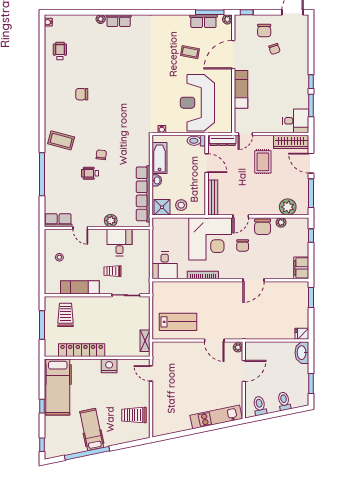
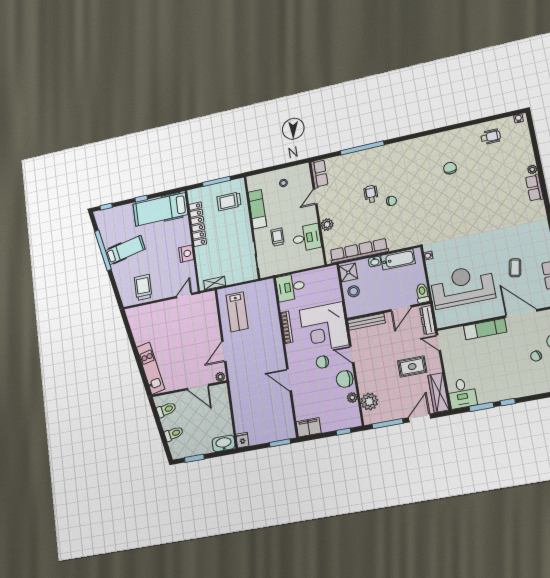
coffee table: (61, 140) -> (399, 159), removed
trolley: (66, 315) -> (229, 201), turned 180

